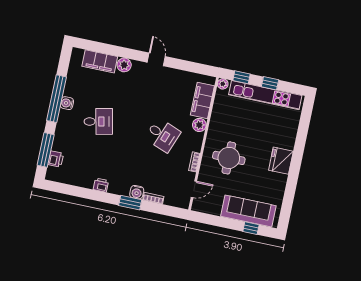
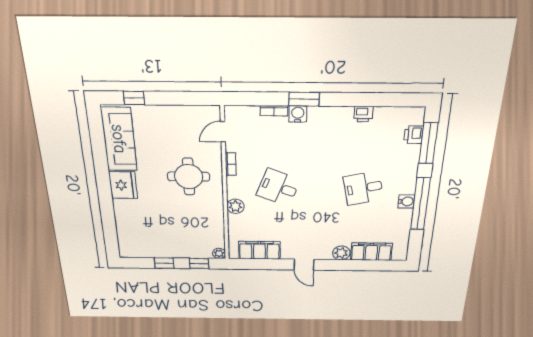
kitchen unit: (265, 95) -> (166, 251), removed
filing cabinet: (202, 100) -> (259, 250), moved, turned -90
printer: (101, 185) -> (363, 114), moved
sofa: (248, 211) -> (119, 139), moved, turned -90

